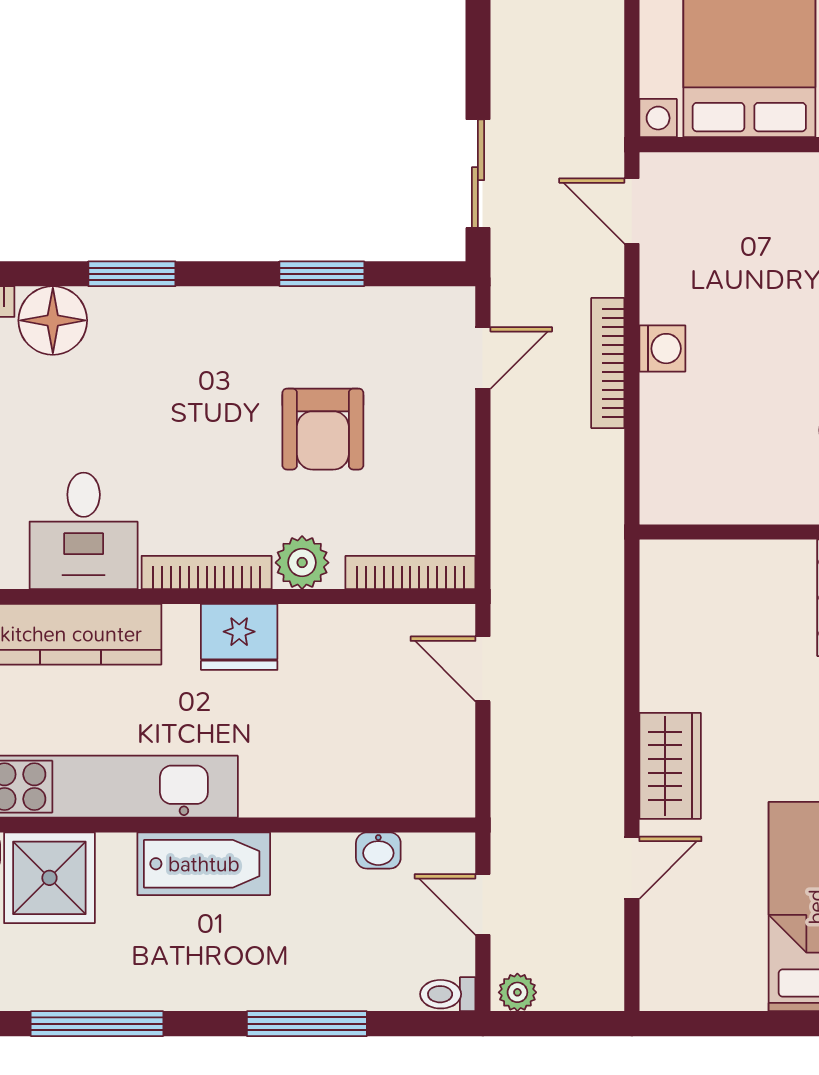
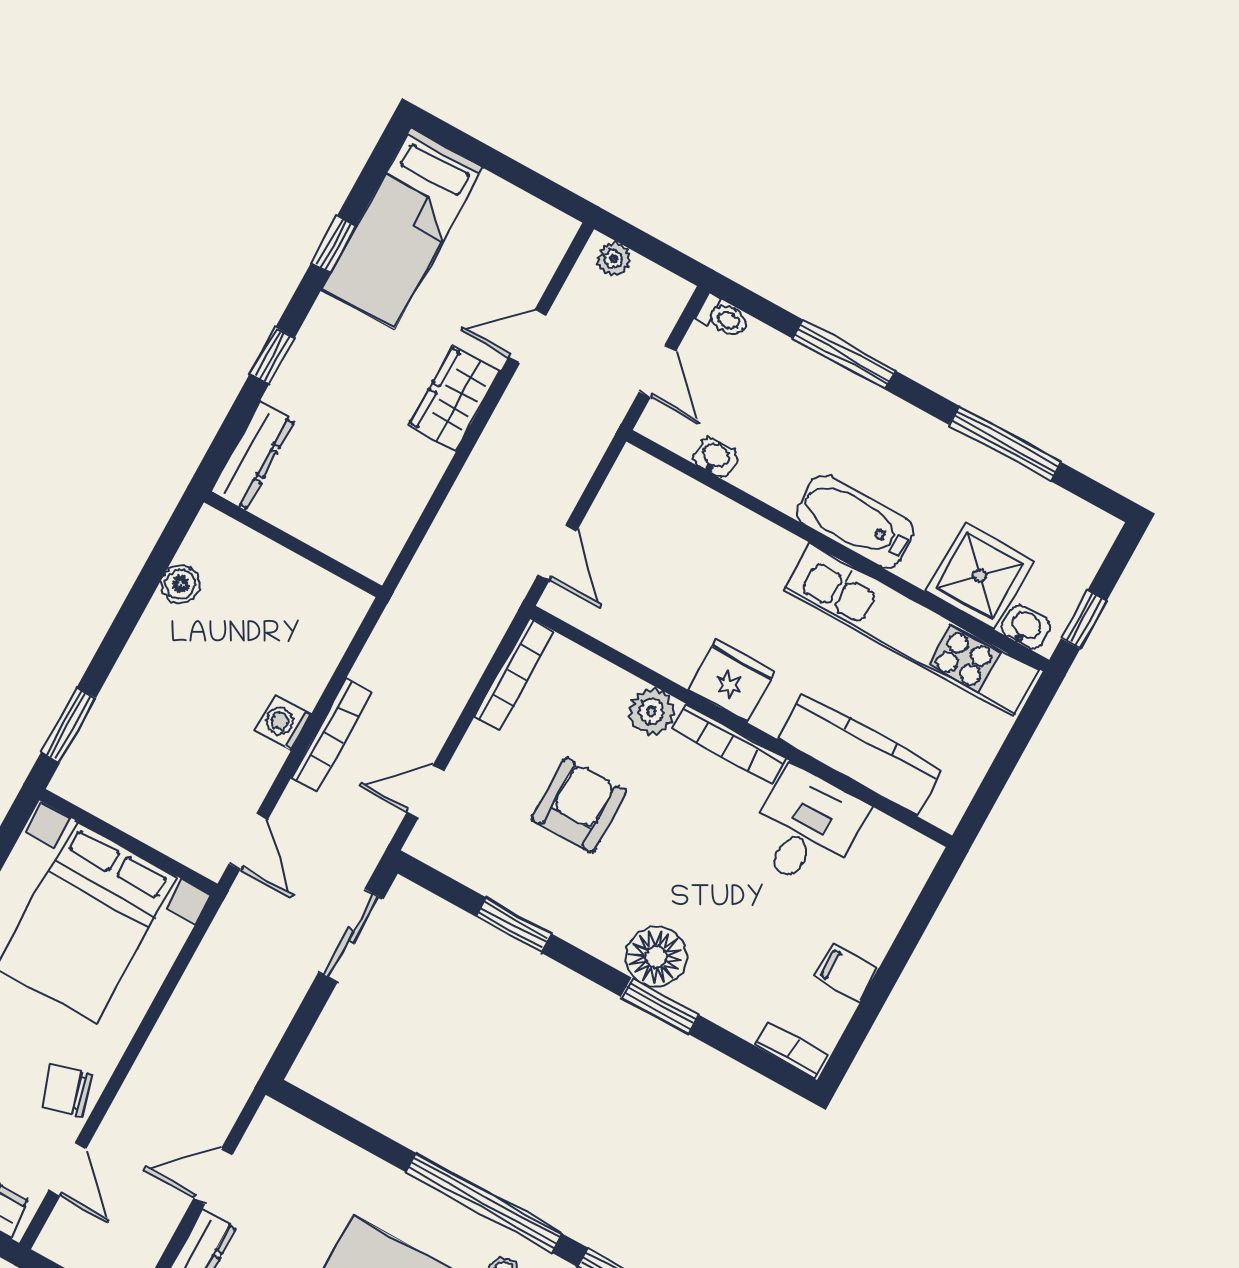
floor lamp: (53, 320) -> (656, 957), moved
bookcase: (410, 572) -> (515, 674), moved, turned -90
plant: (517, 992) -> (614, 259), moved

